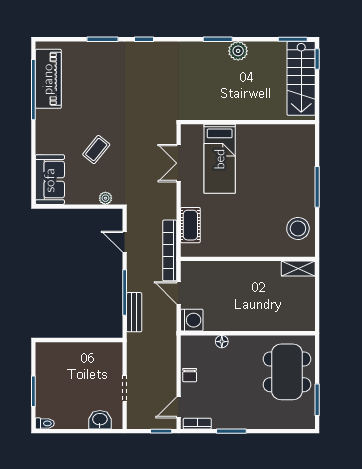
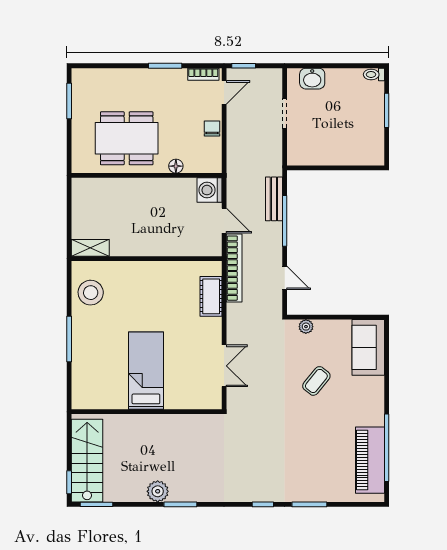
bed: (220, 159) -> (146, 371), moved
dining table: (287, 372) -> (127, 138), moved, turned 90

